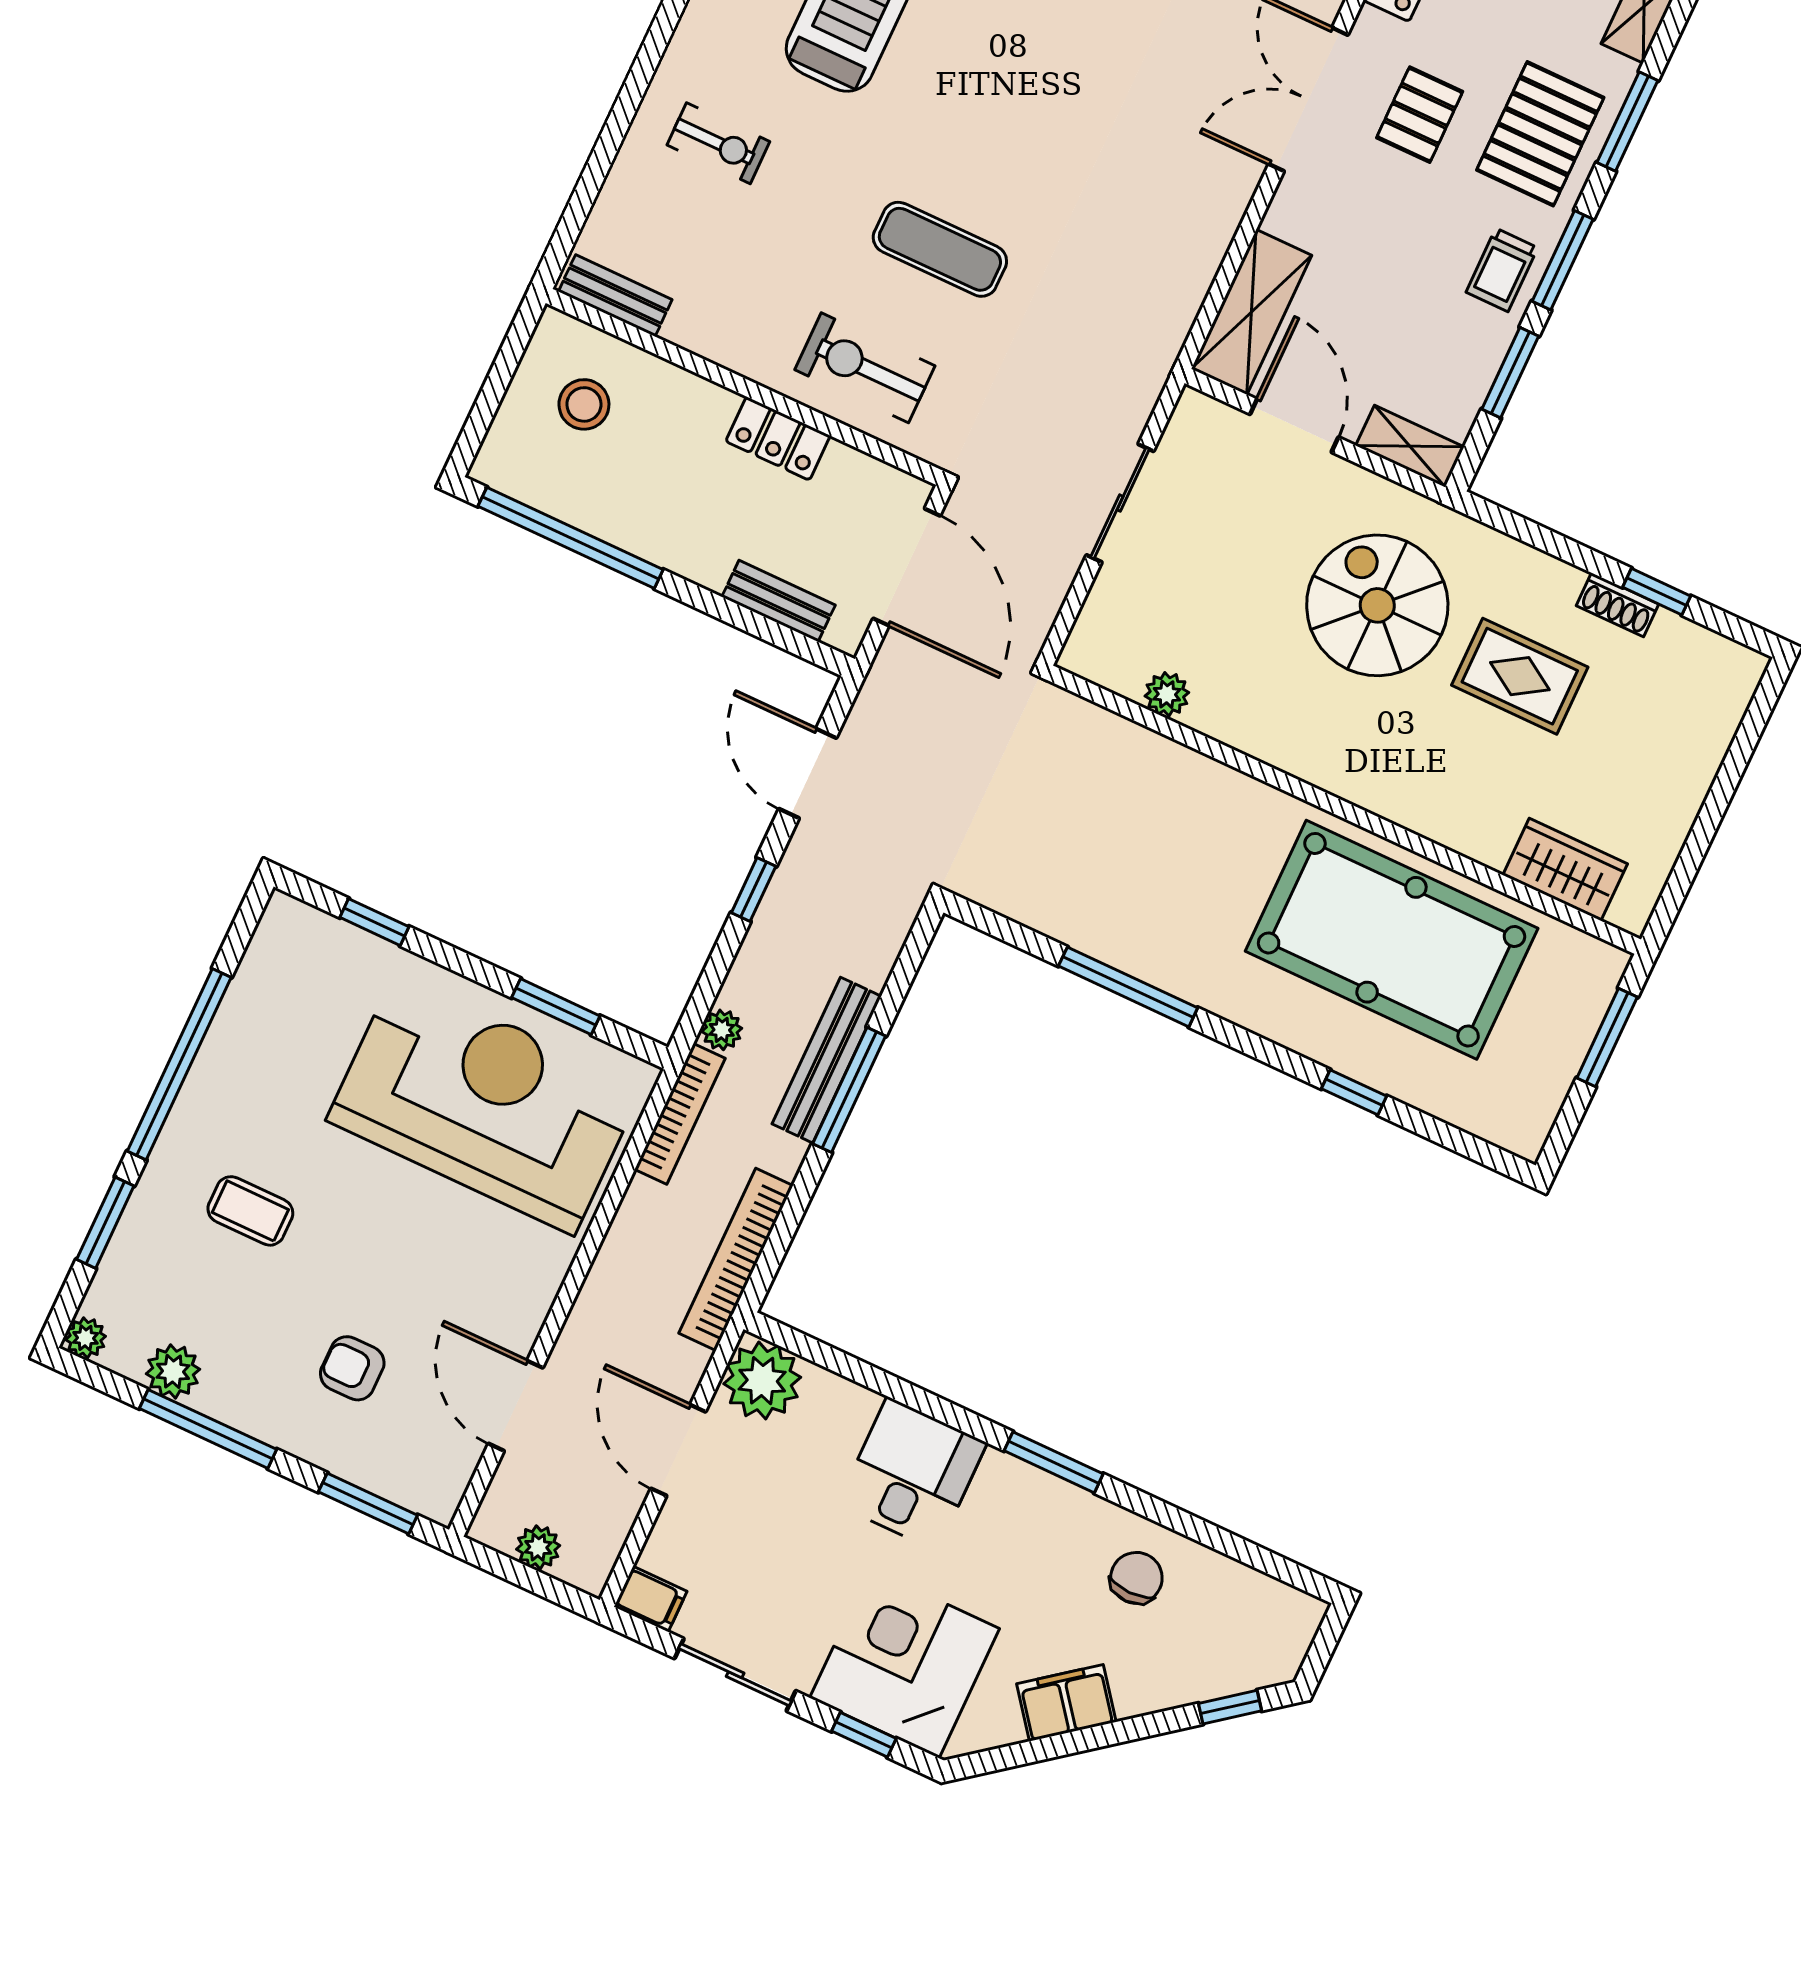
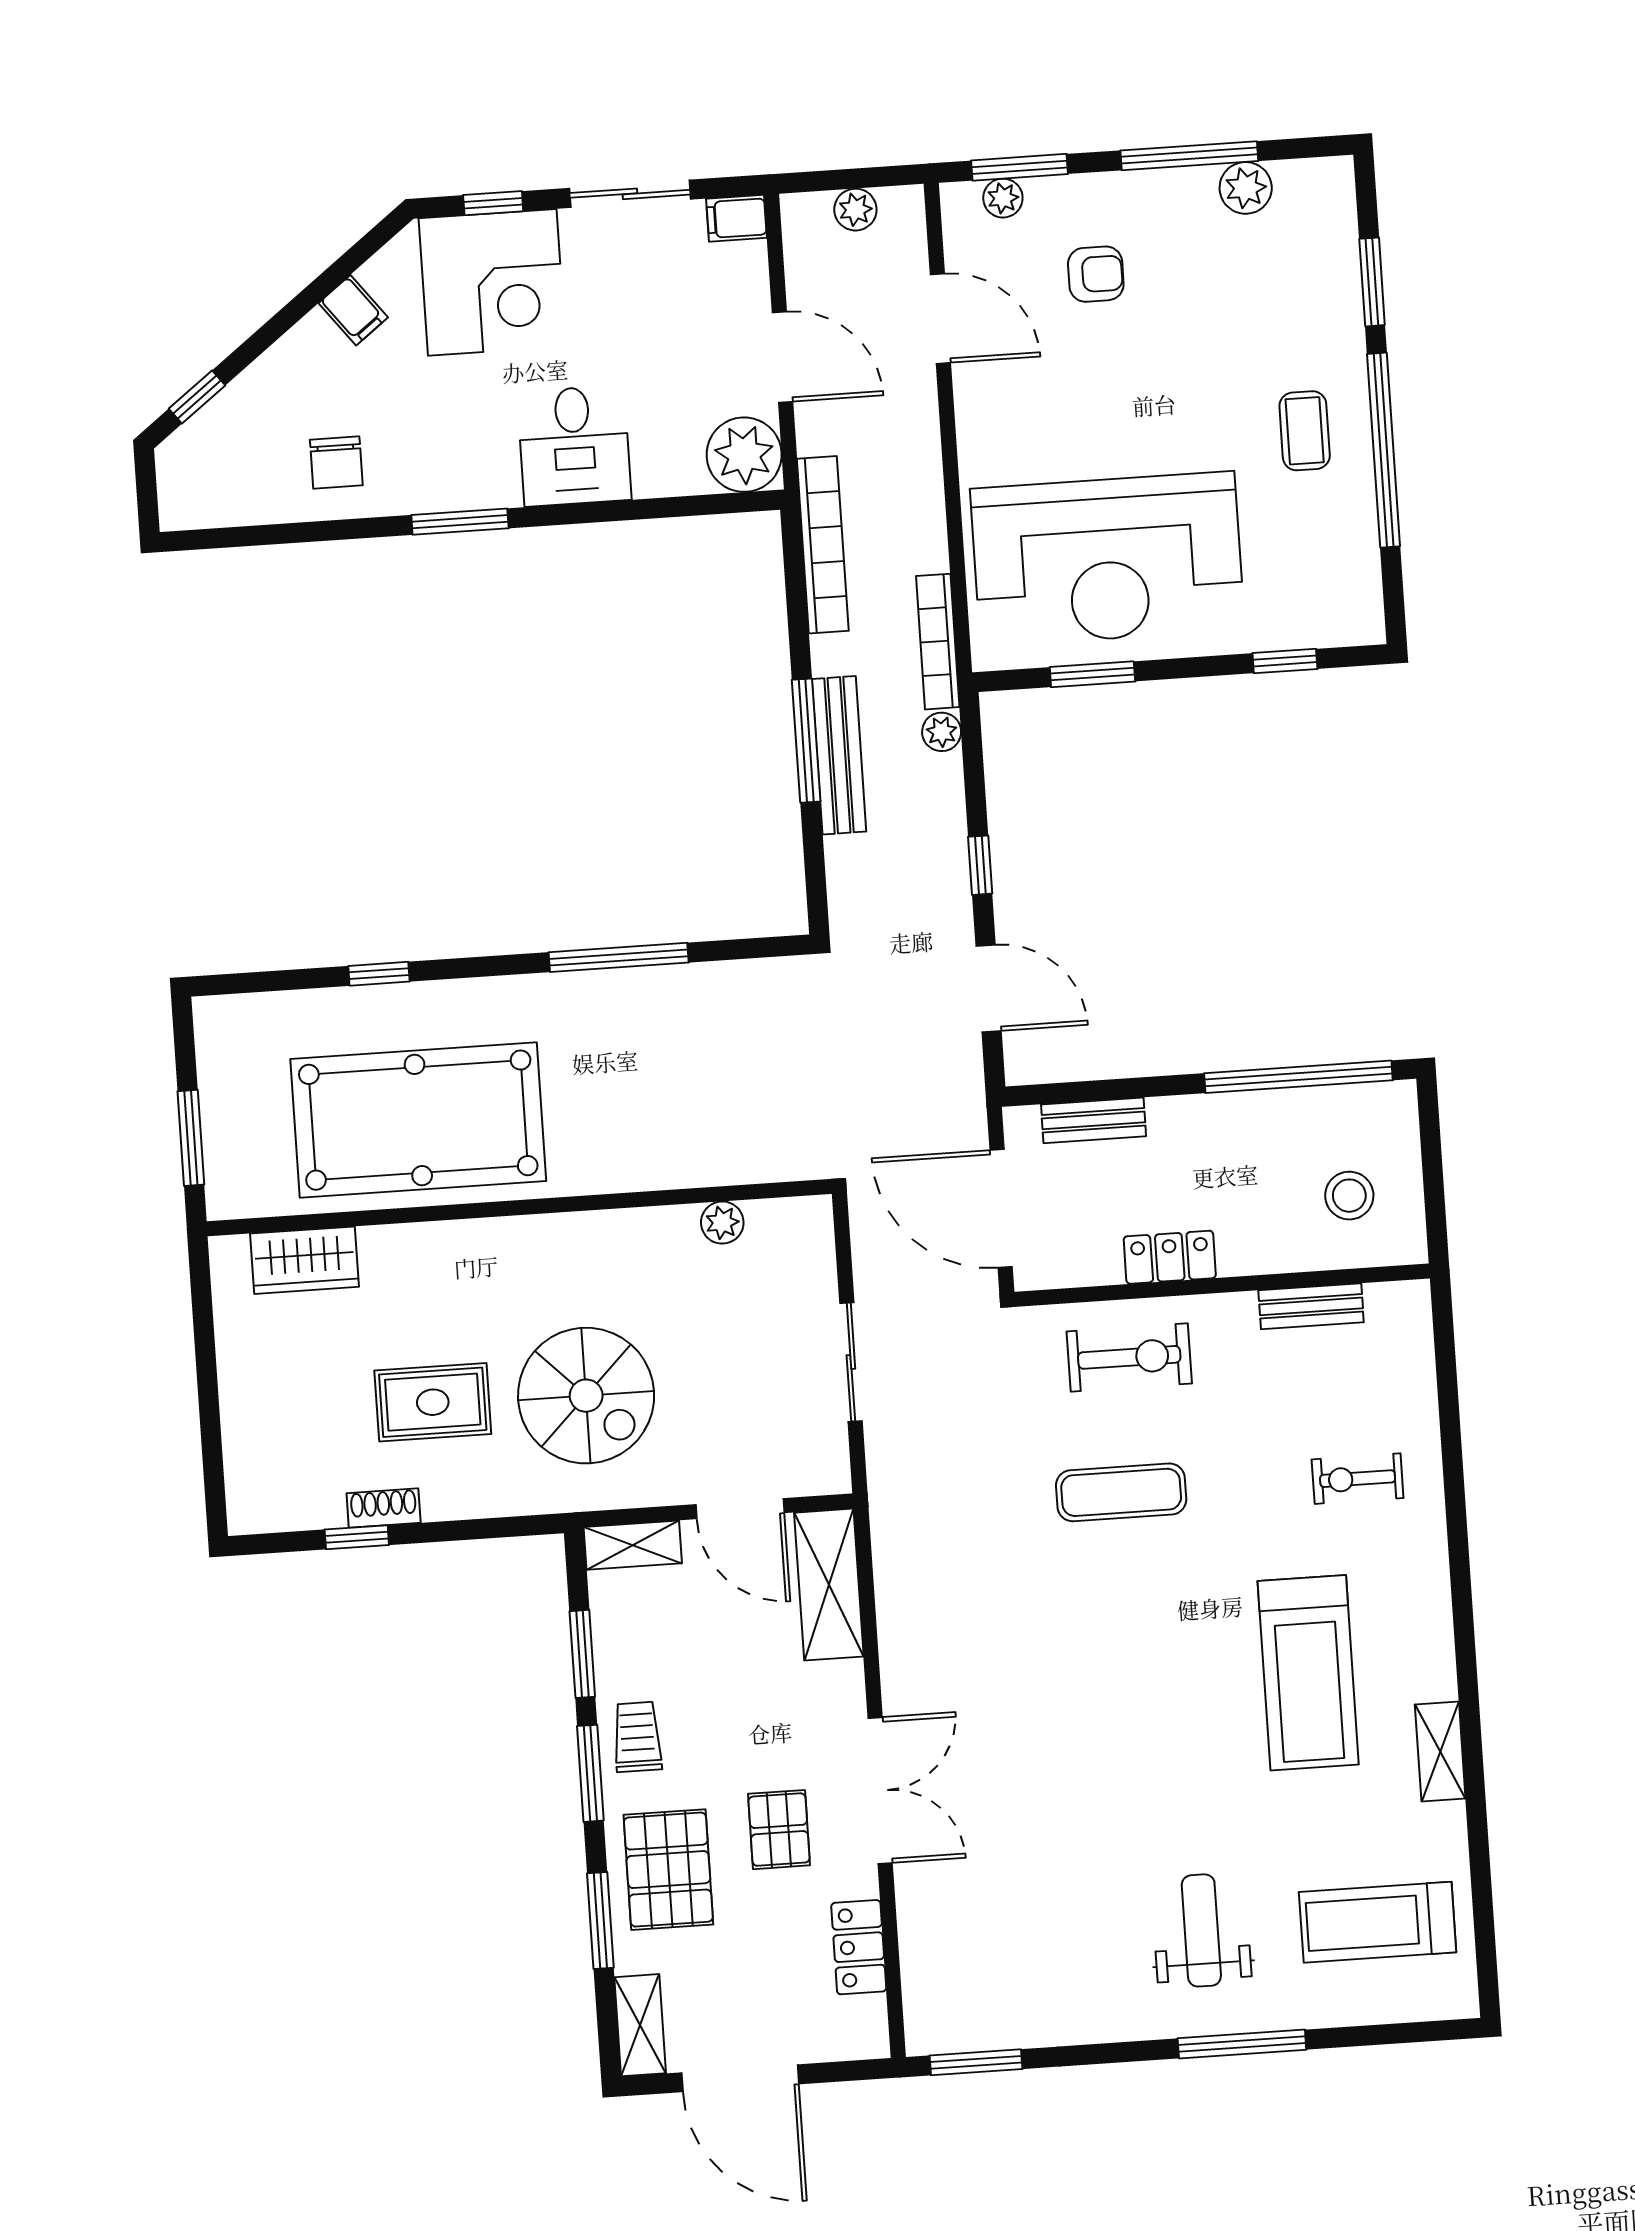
bench: (615, 296) -> (1311, 1306), moved
coffee table: (250, 1211) -> (1305, 431), moved, turned 90
plant: (85, 1338) -> (1003, 198), moved
filing cabinet: (1066, 1703) -> (353, 310), width x0.50

